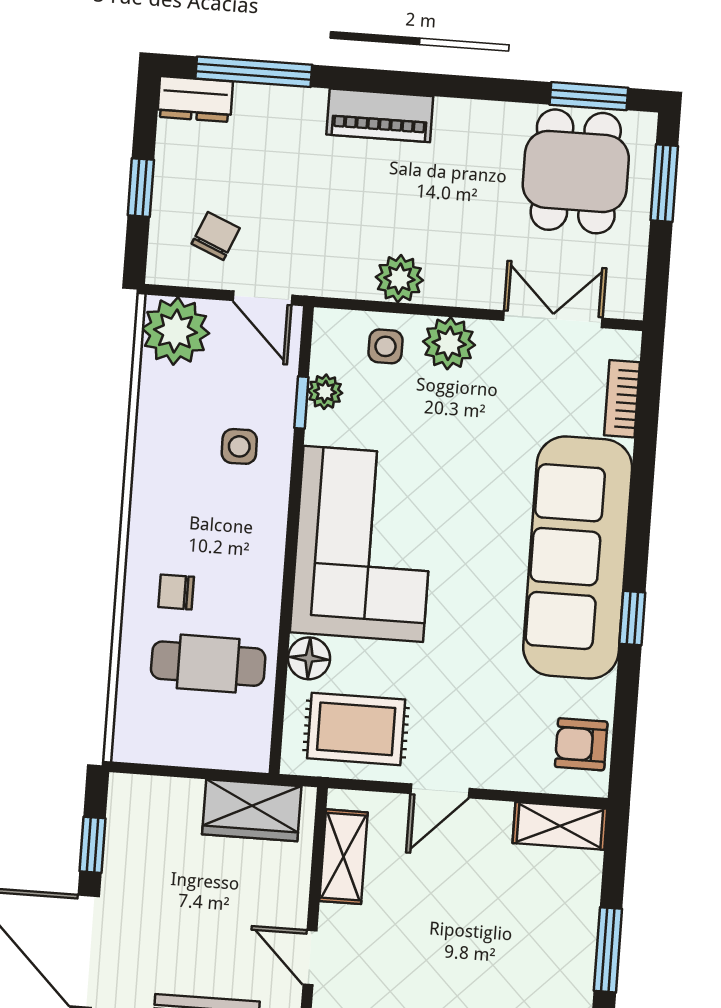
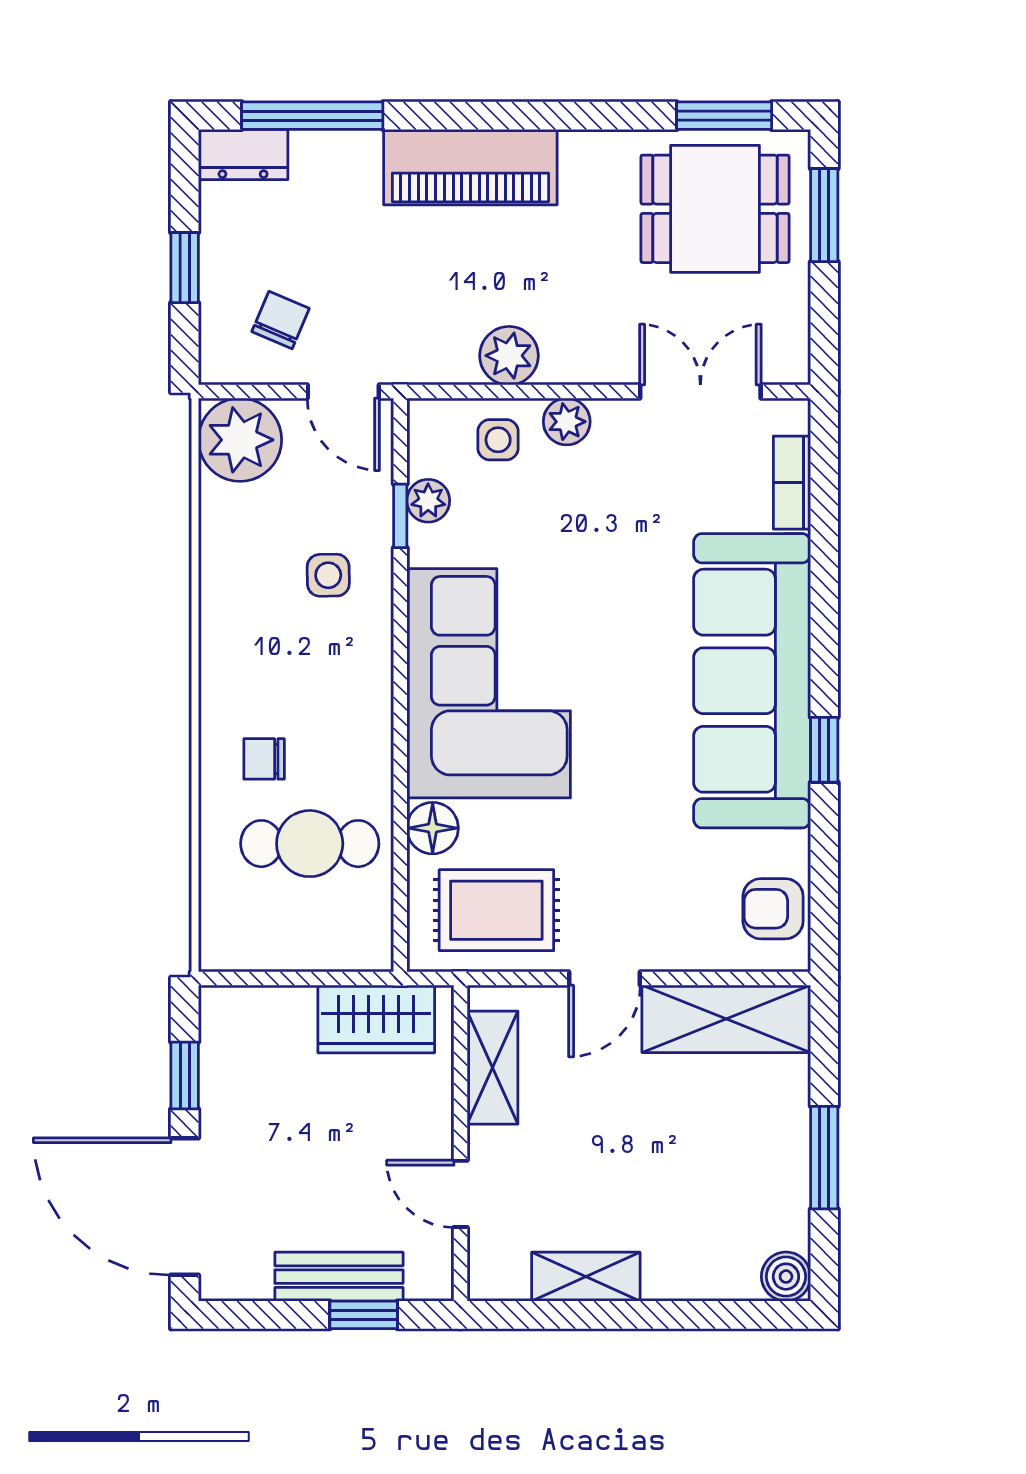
piano: (380, 115) -> (470, 167), width x1.37, depth x1.33
dining table: (576, 171) -> (715, 209), turned 90
plant: (449, 343) -> (567, 422), width x0.73, depth x0.73
shelving: (560, 826) -> (726, 1019), width x1.50, depth x1.33

